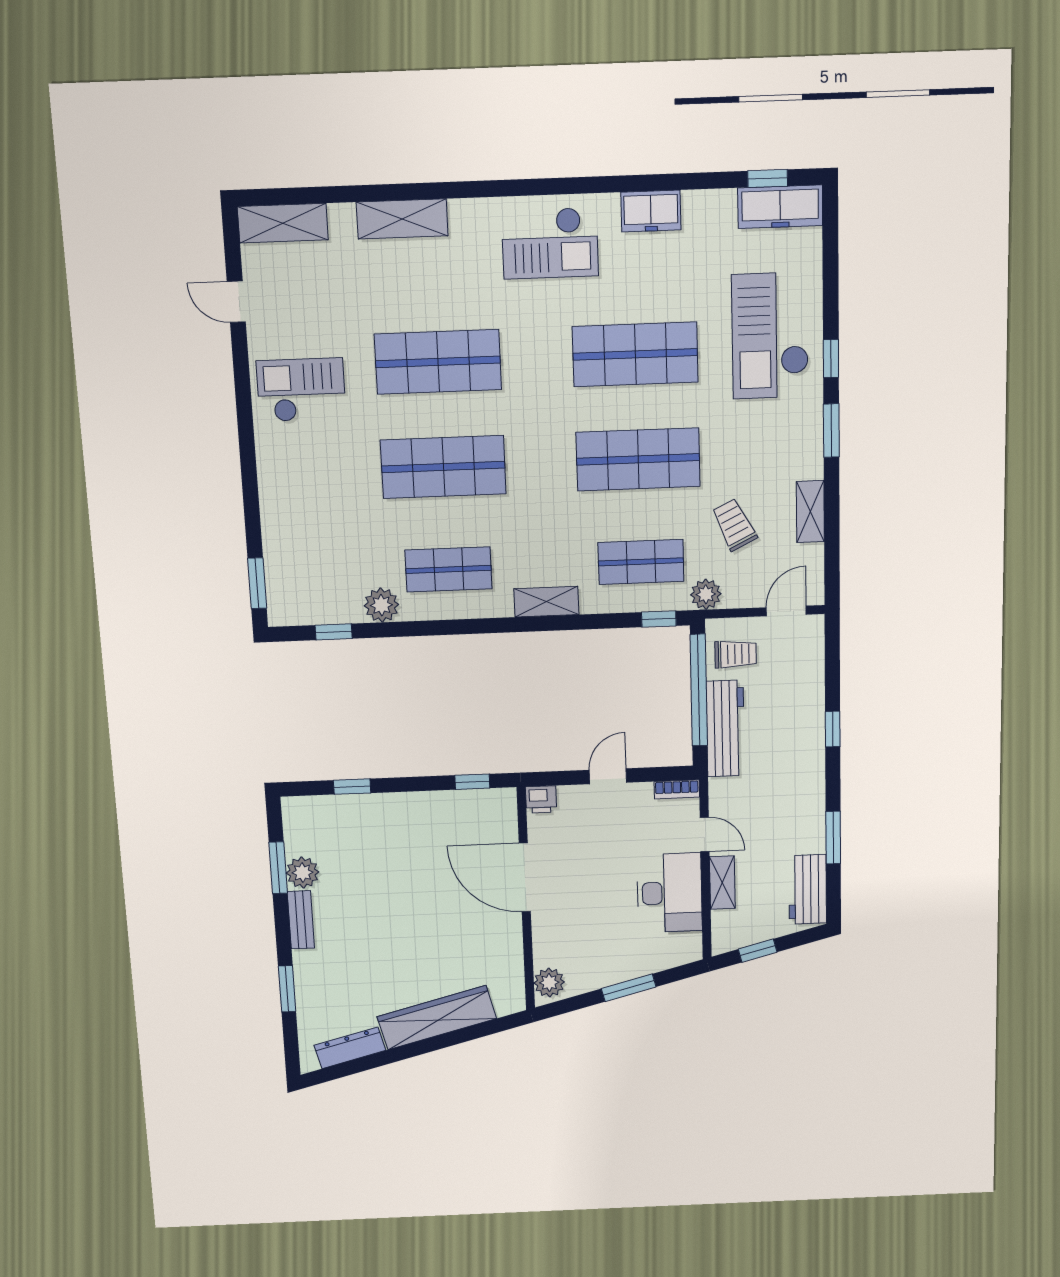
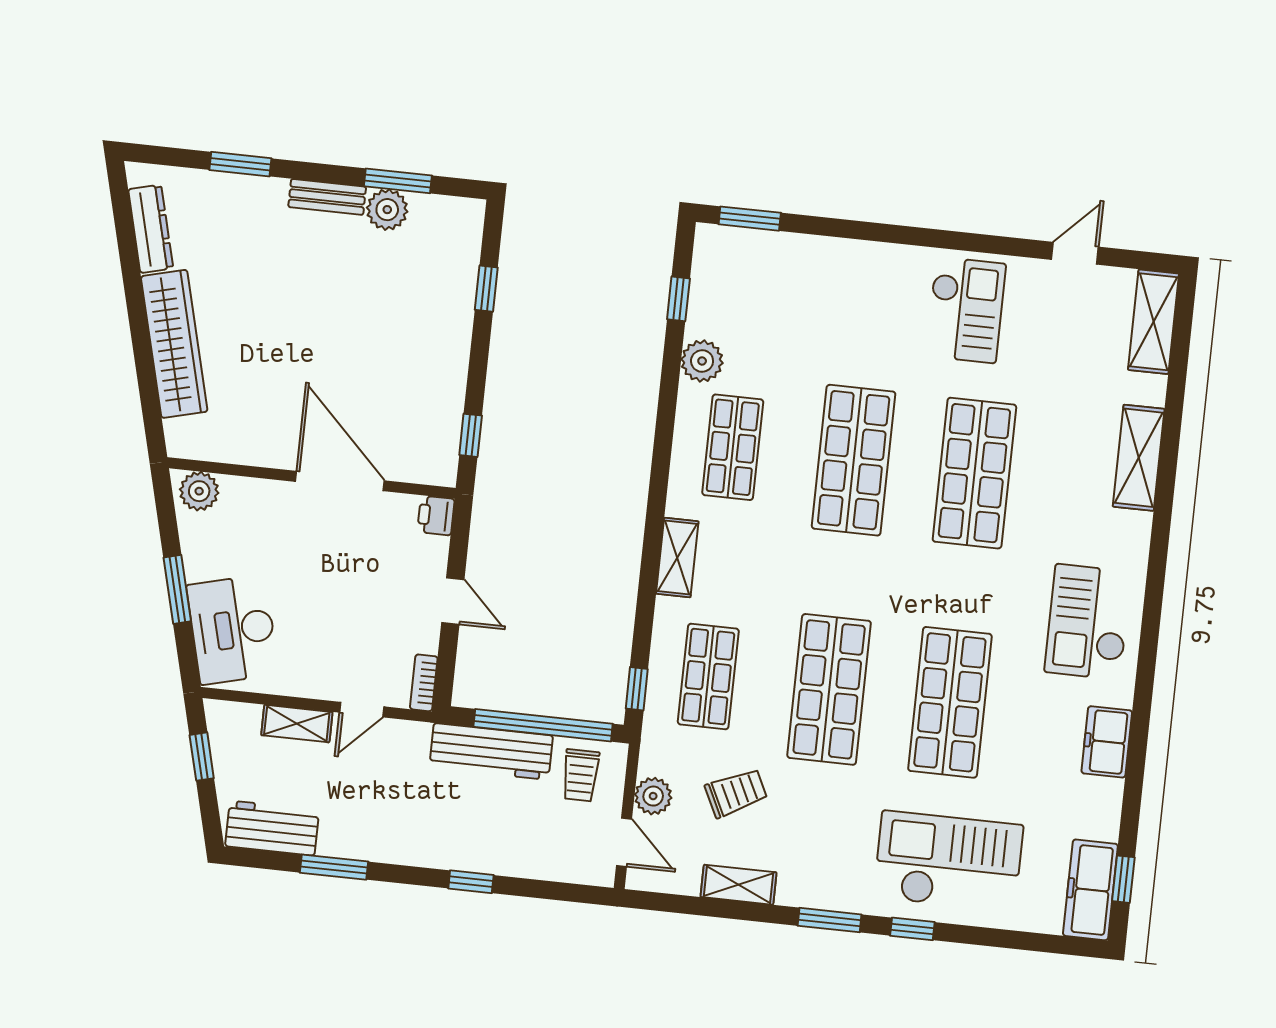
plant: (706, 594) -> (653, 796), moved
door: (525, 877) -> (340, 481), hinge flipped
desk: (670, 893) -> (233, 630), moved, turned 76

